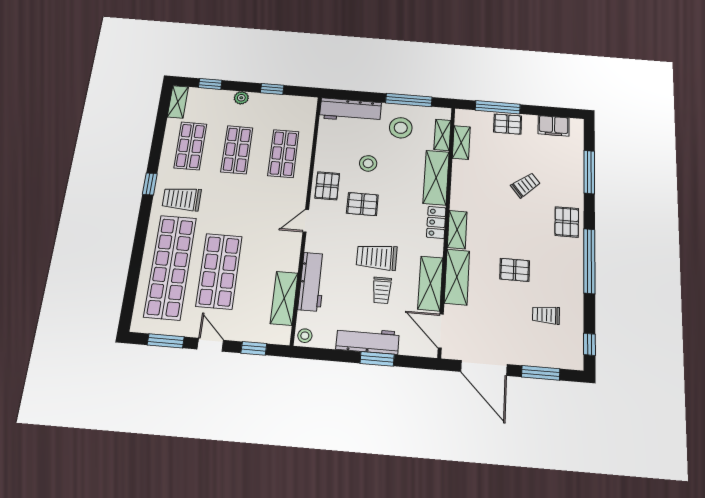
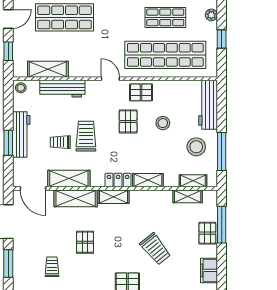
shop shelf: (283, 154) -> (165, 55), width x2.00, depth x1.36
shelving: (436, 178) -> (148, 180), width x0.67, depth x0.75
trolley: (526, 185) -> (155, 249), width x1.36, depth x1.39
door: (441, 331) -> (33, 188), swing flipped

